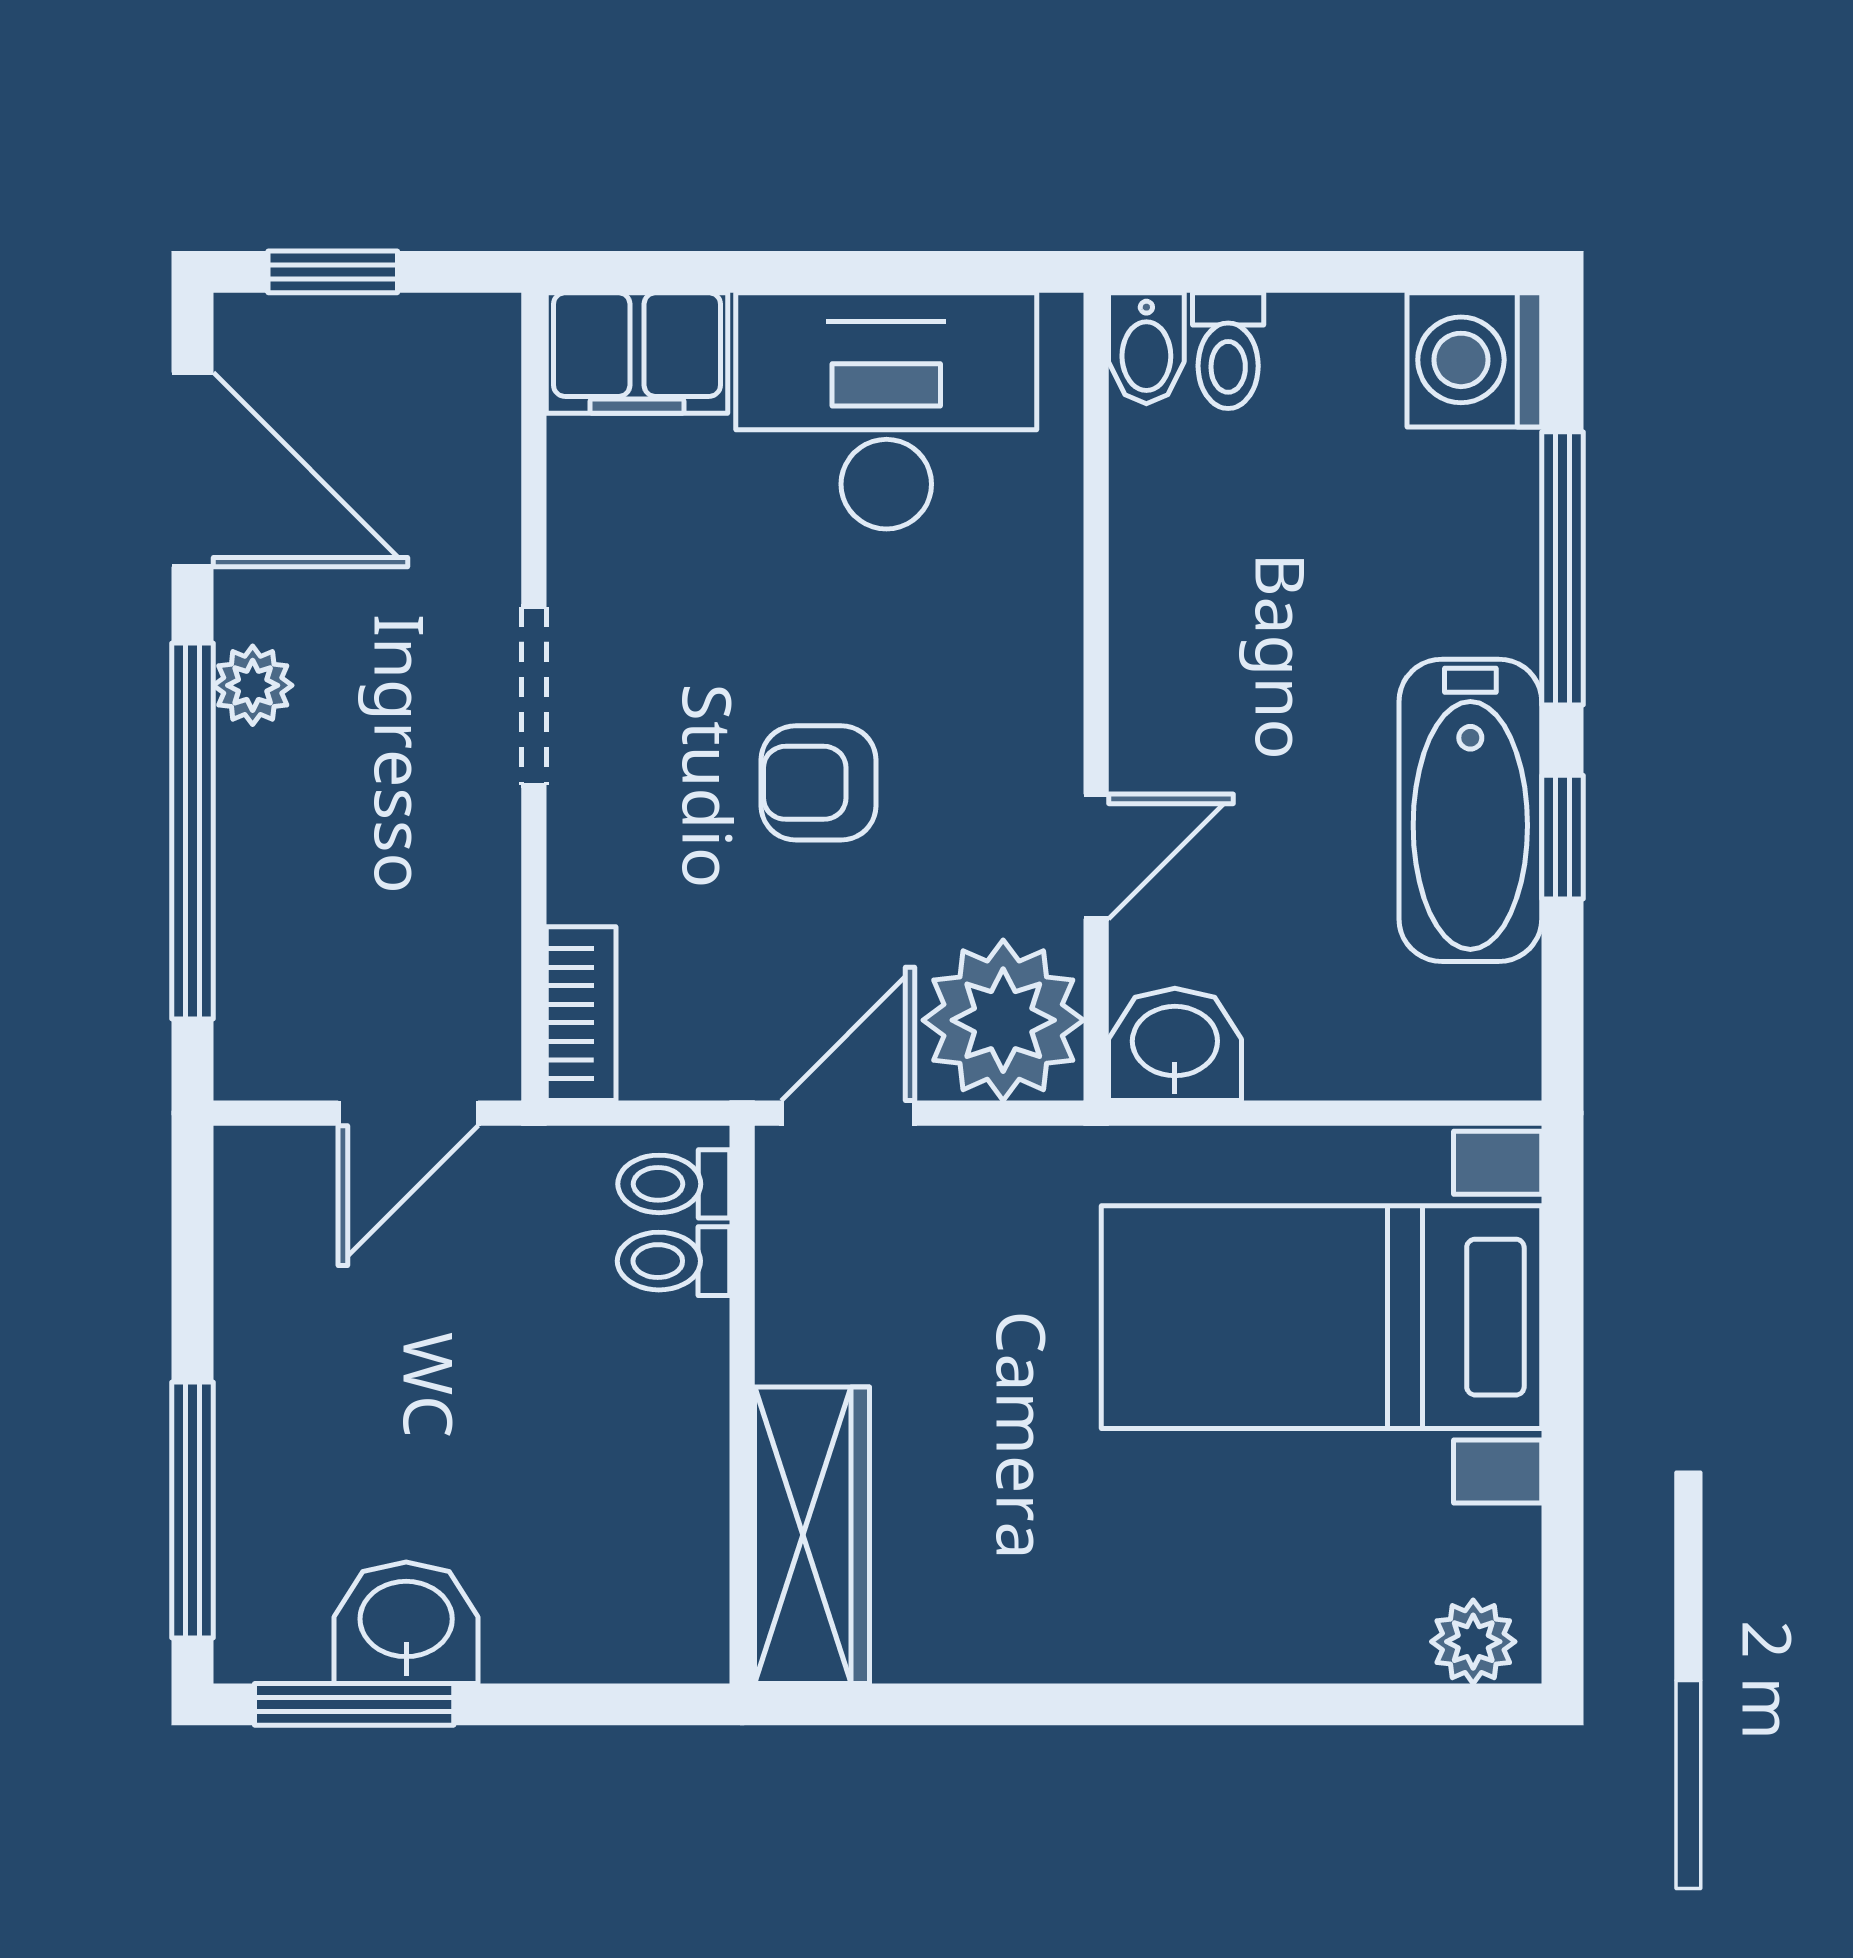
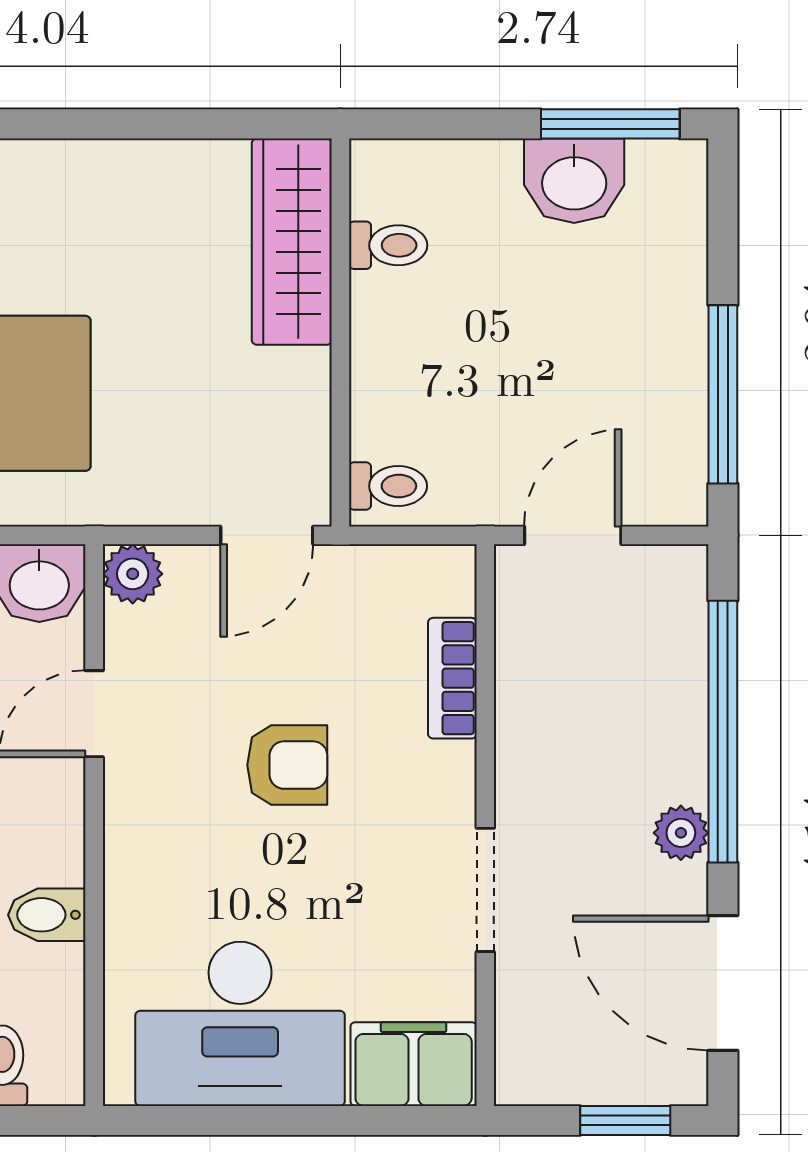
bidet: (1146, 348) -> (47, 915), moved, turned -90
doorway: (534, 696) -> (485, 890), moved
bookcase: (581, 1014) -> (452, 678), moved
plant: (1003, 1020) -> (133, 574), width x0.53, depth x0.53
toilet: (674, 1261) -> (388, 245), moved
window: (192, 1510) -> (723, 394), moved

